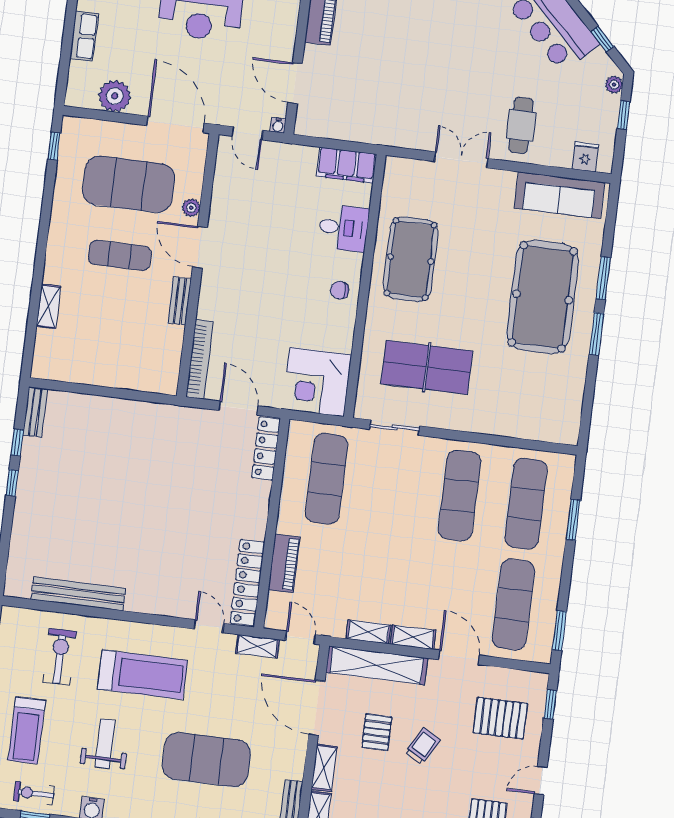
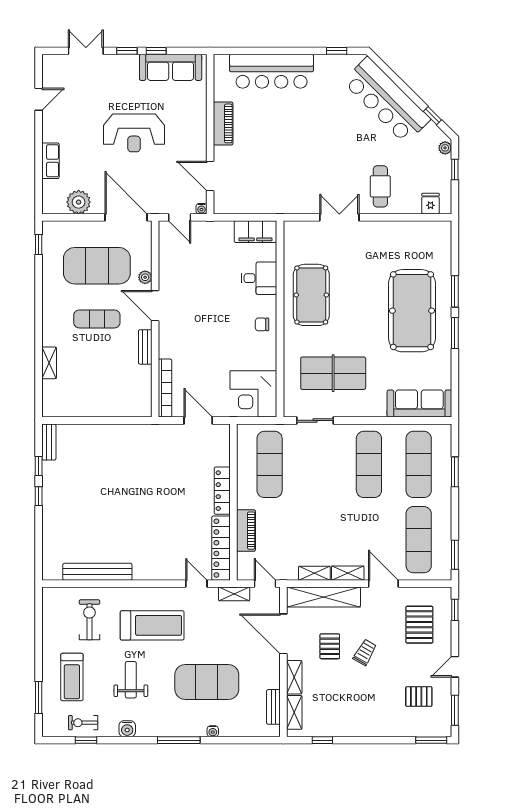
sofa: (559, 195) -> (419, 403), moved, turned 180
locker: (266, 448) -> (222, 491), moved
pallet: (500, 718) -> (419, 625), turned 90

